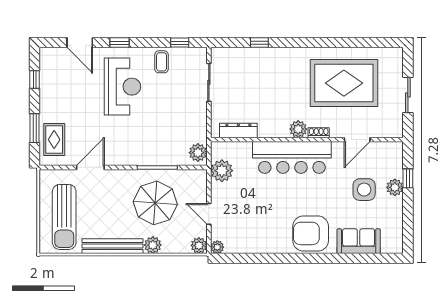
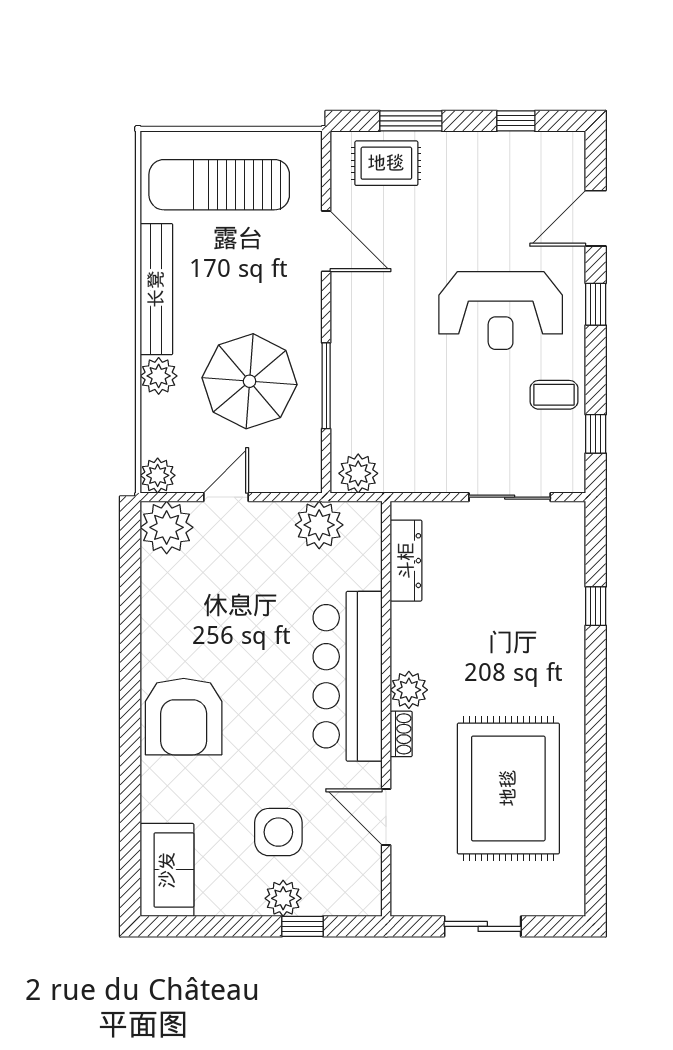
armchair: (311, 233) -> (184, 717), turned 180
sofa: (359, 241) -> (167, 870), moved
plant: (217, 247) -> (167, 527), width x1.87, depth x1.87

